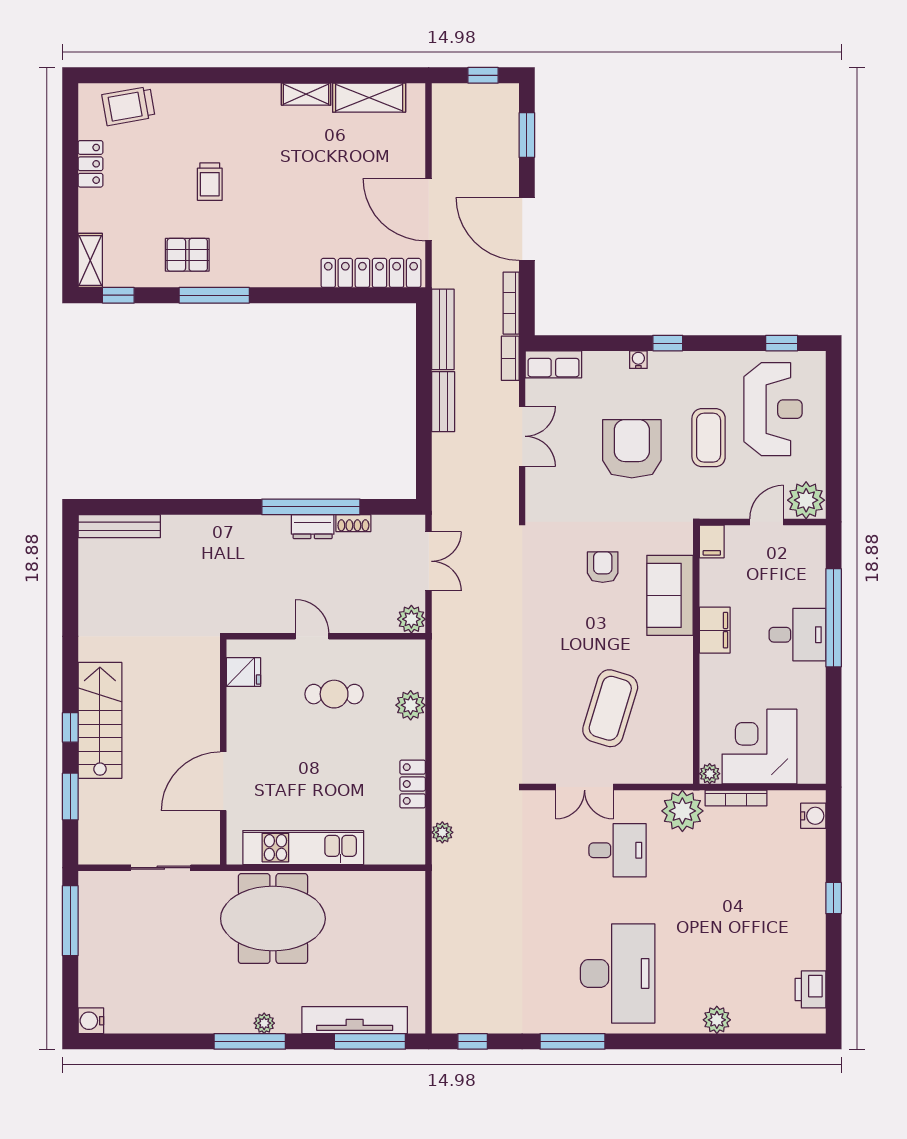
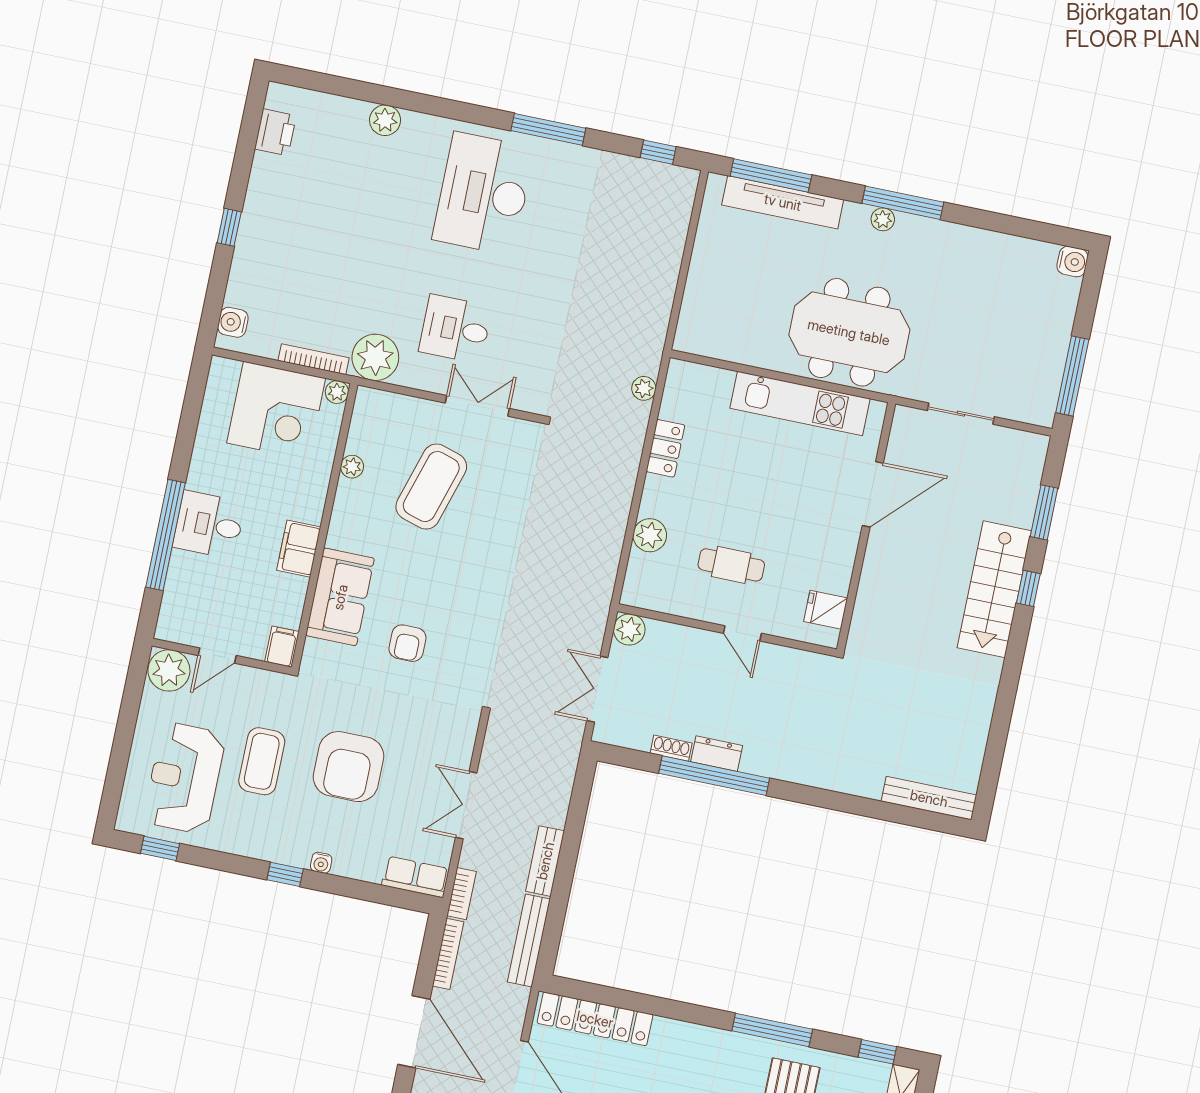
plant: (683, 711) -> (352, 467), added

